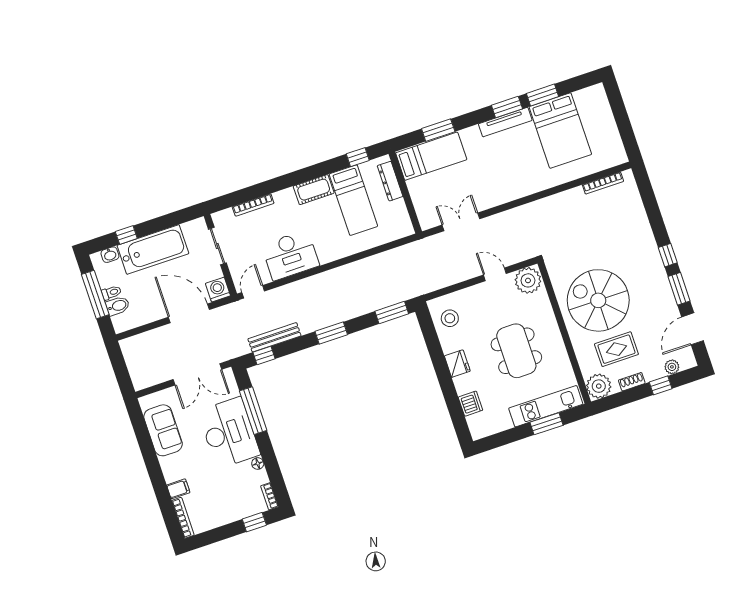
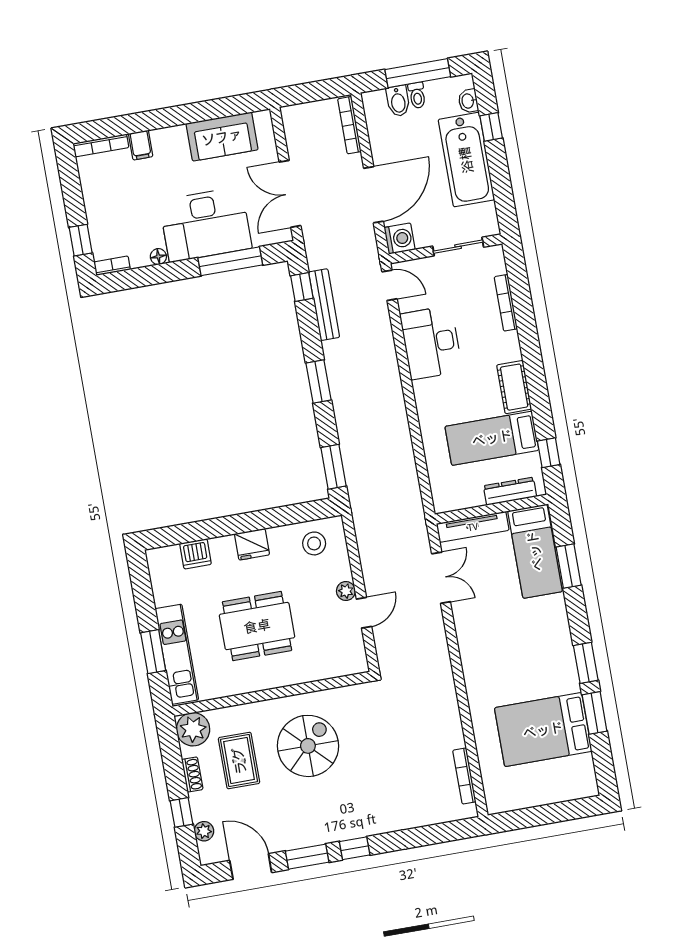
tv unit: (505, 122) -> (473, 527), moved, turned -90
plant: (528, 280) -> (346, 591), moved, width x0.53, depth x0.53
spiral stairs: (598, 300) -> (308, 746), width x0.73, depth x0.73
bookcase: (141, 339) -> (349, 125), added

